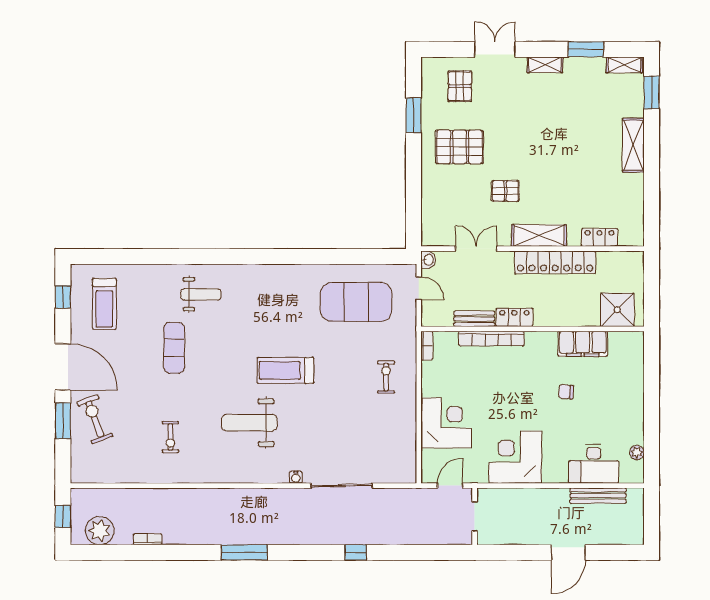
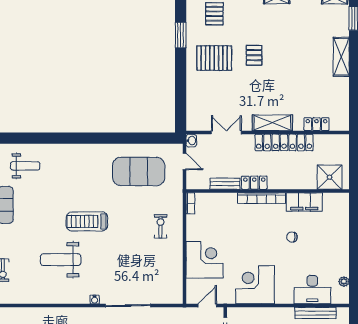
pallet: (505, 191) -> (254, 55), moved, turned 90
bookcase: (491, 339) -> (261, 198), moved

